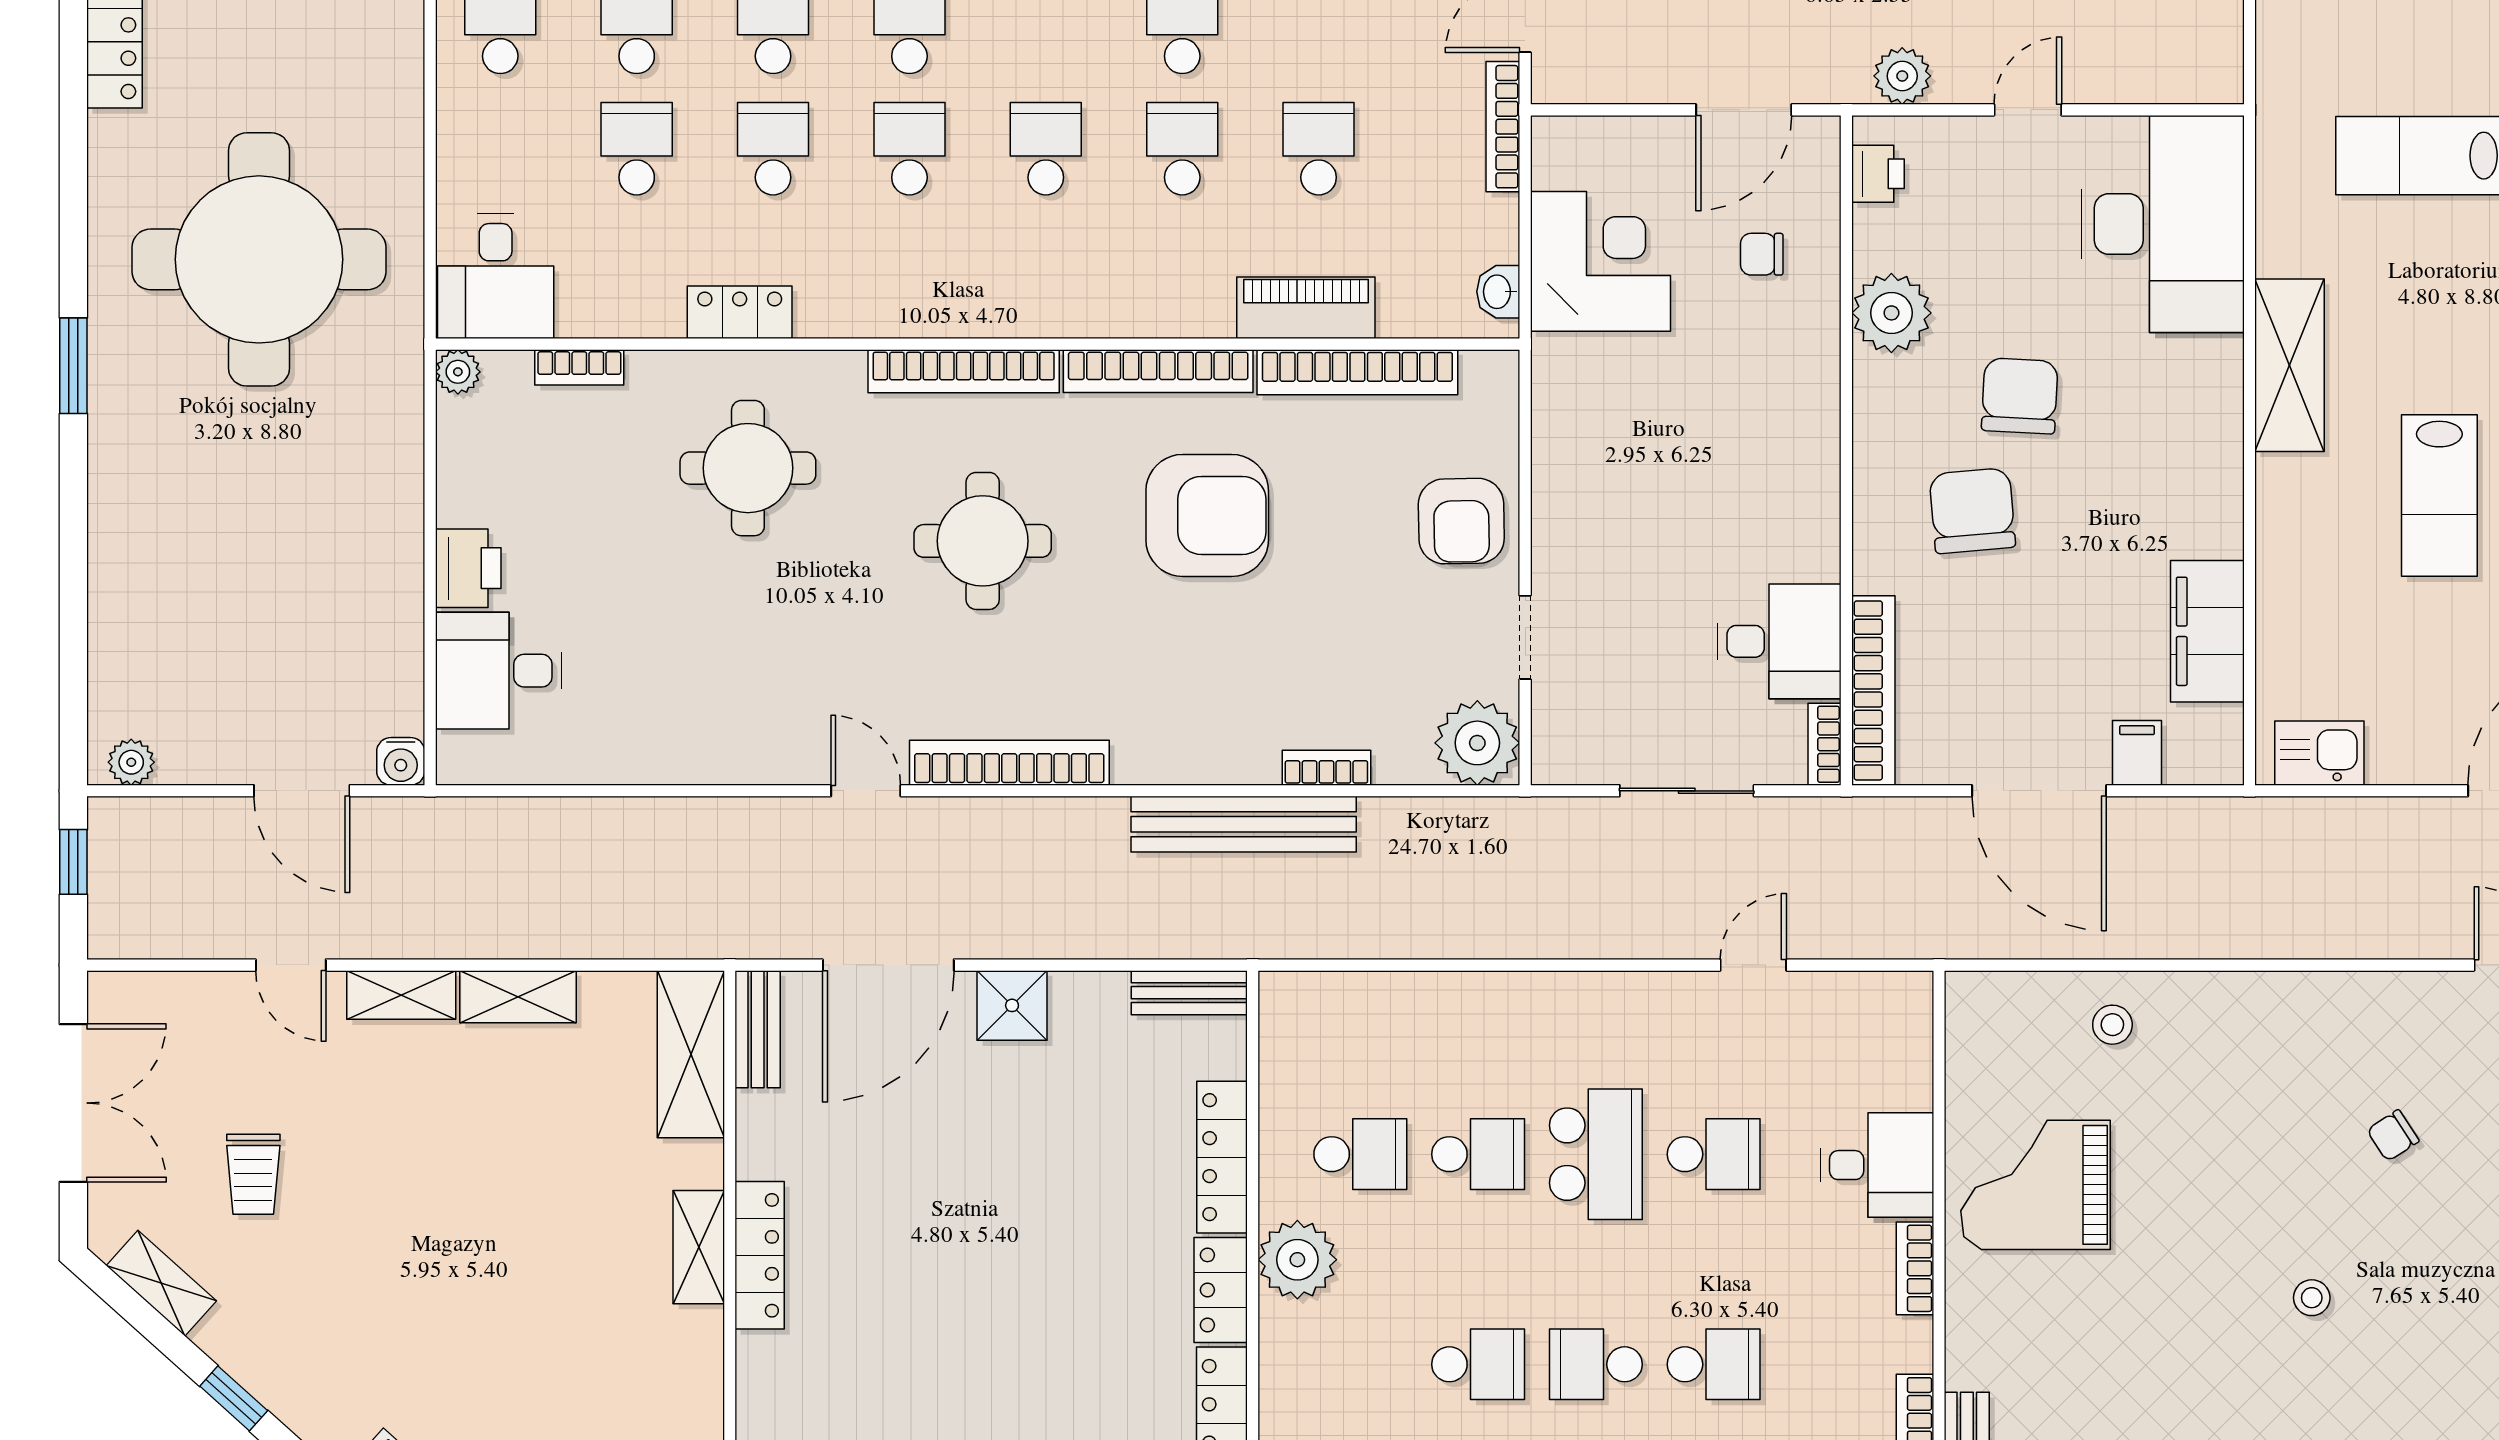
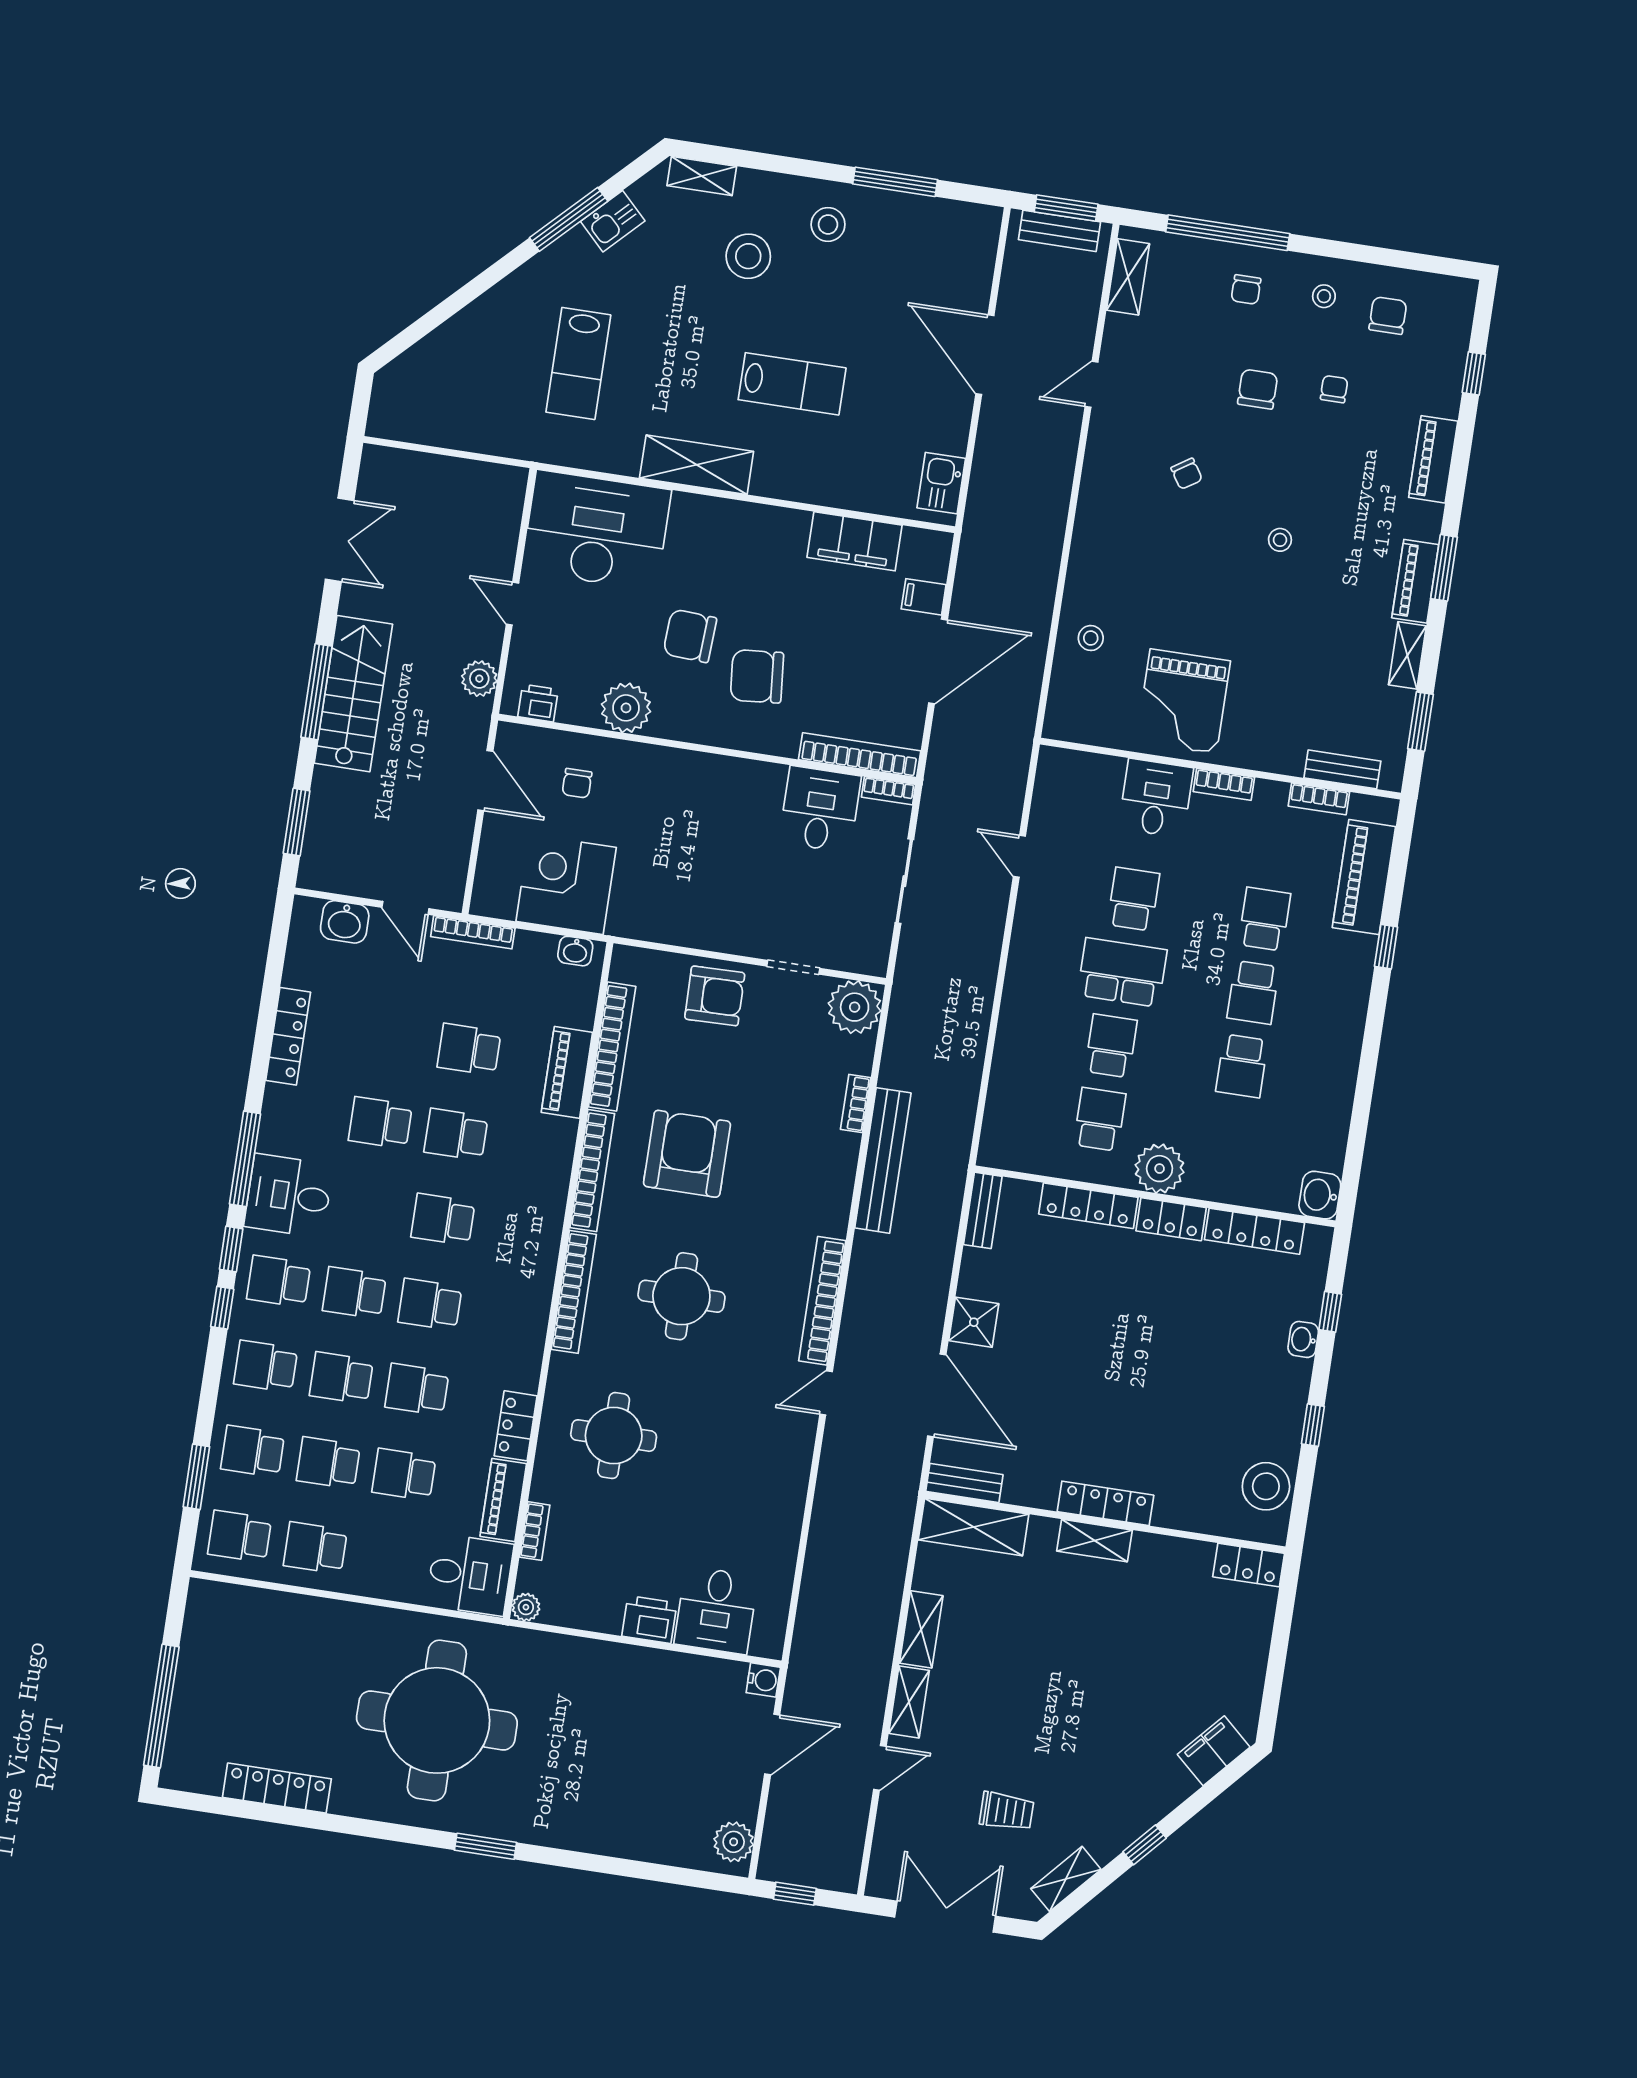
piano: (621, 311) -> (503, 1500), added
plant: (131, 762) -> (734, 1842), width x1.38, depth x1.38
school desk: (1478, 1364) -> (1242, 1066), turned 180

